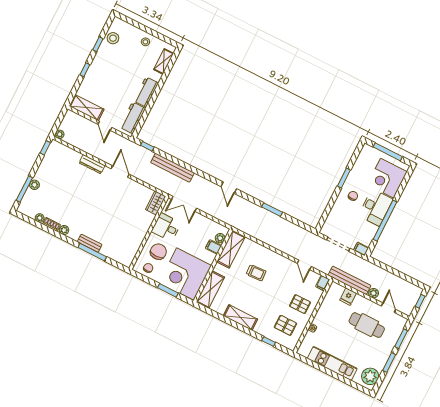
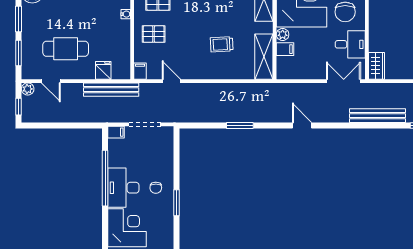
plant: (220, 238) -> (283, 34), moved
plant: (374, 293) -> (28, 89), moved

